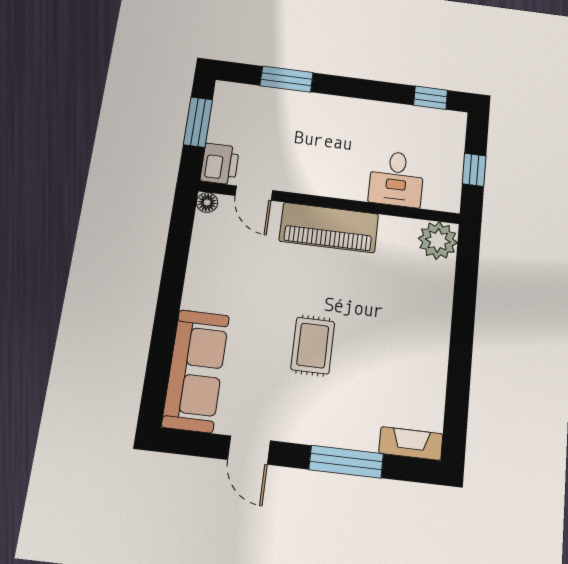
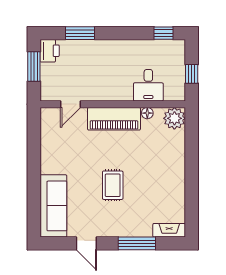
printer: (220, 164) -> (50, 51), moved
door: (254, 193) -> (71, 104), hinge flipped
floor lamp: (207, 202) -> (147, 113), moved

